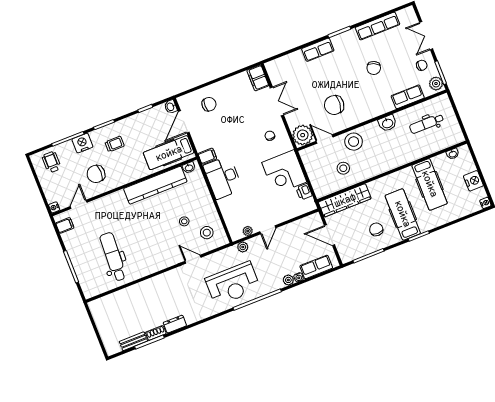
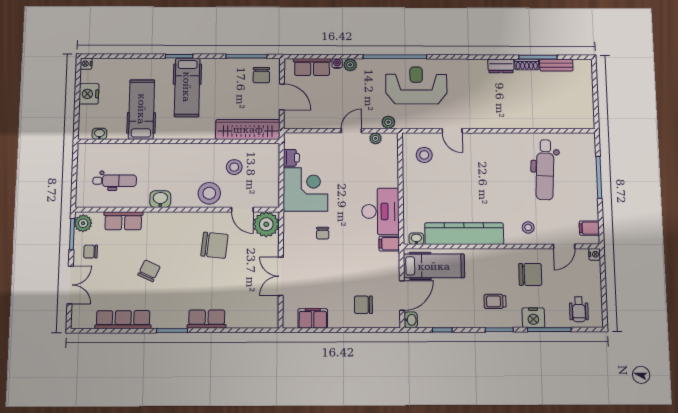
filing cabinet: (258, 78) -> (313, 318), moved, turned -90
chair: (270, 136) -> (323, 233), moved
stool: (184, 221) -> (528, 227), moved
chair: (376, 229) -> (261, 75), moved

